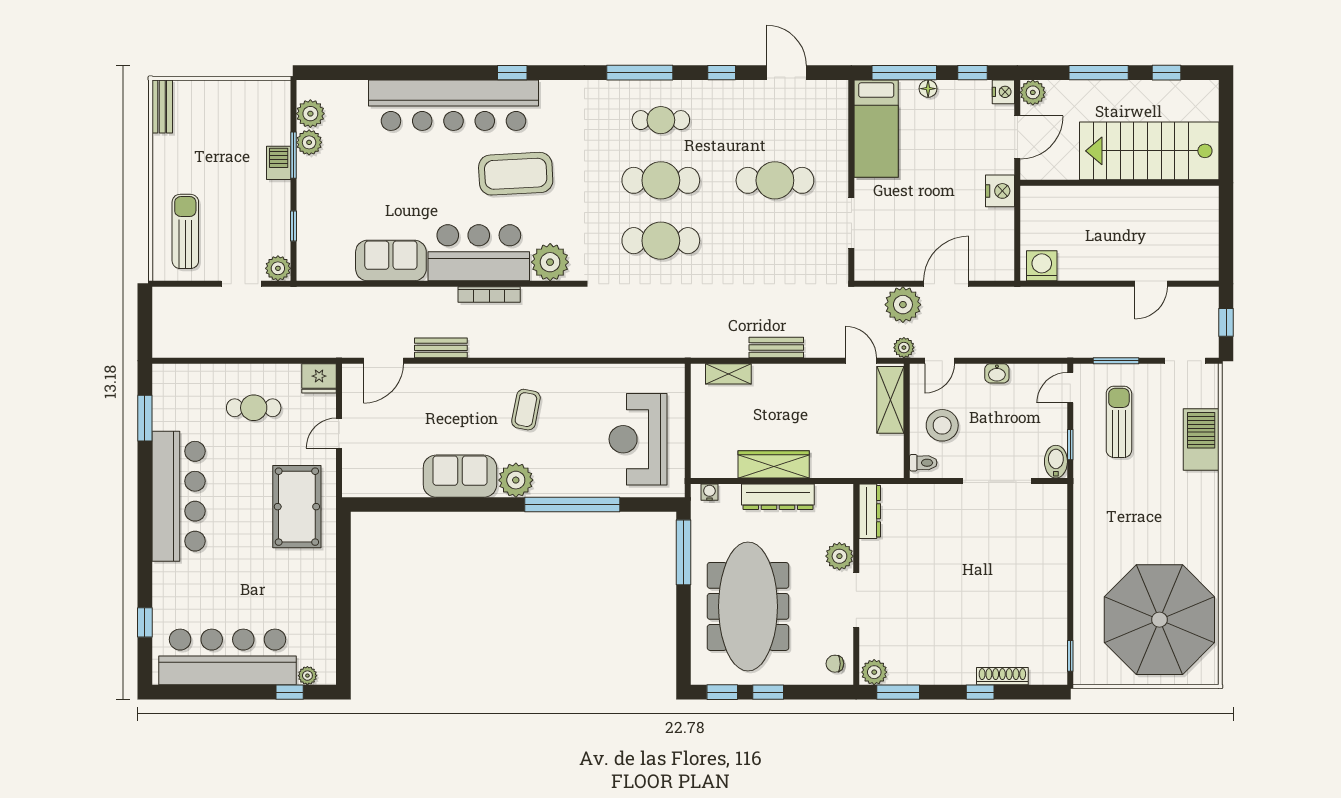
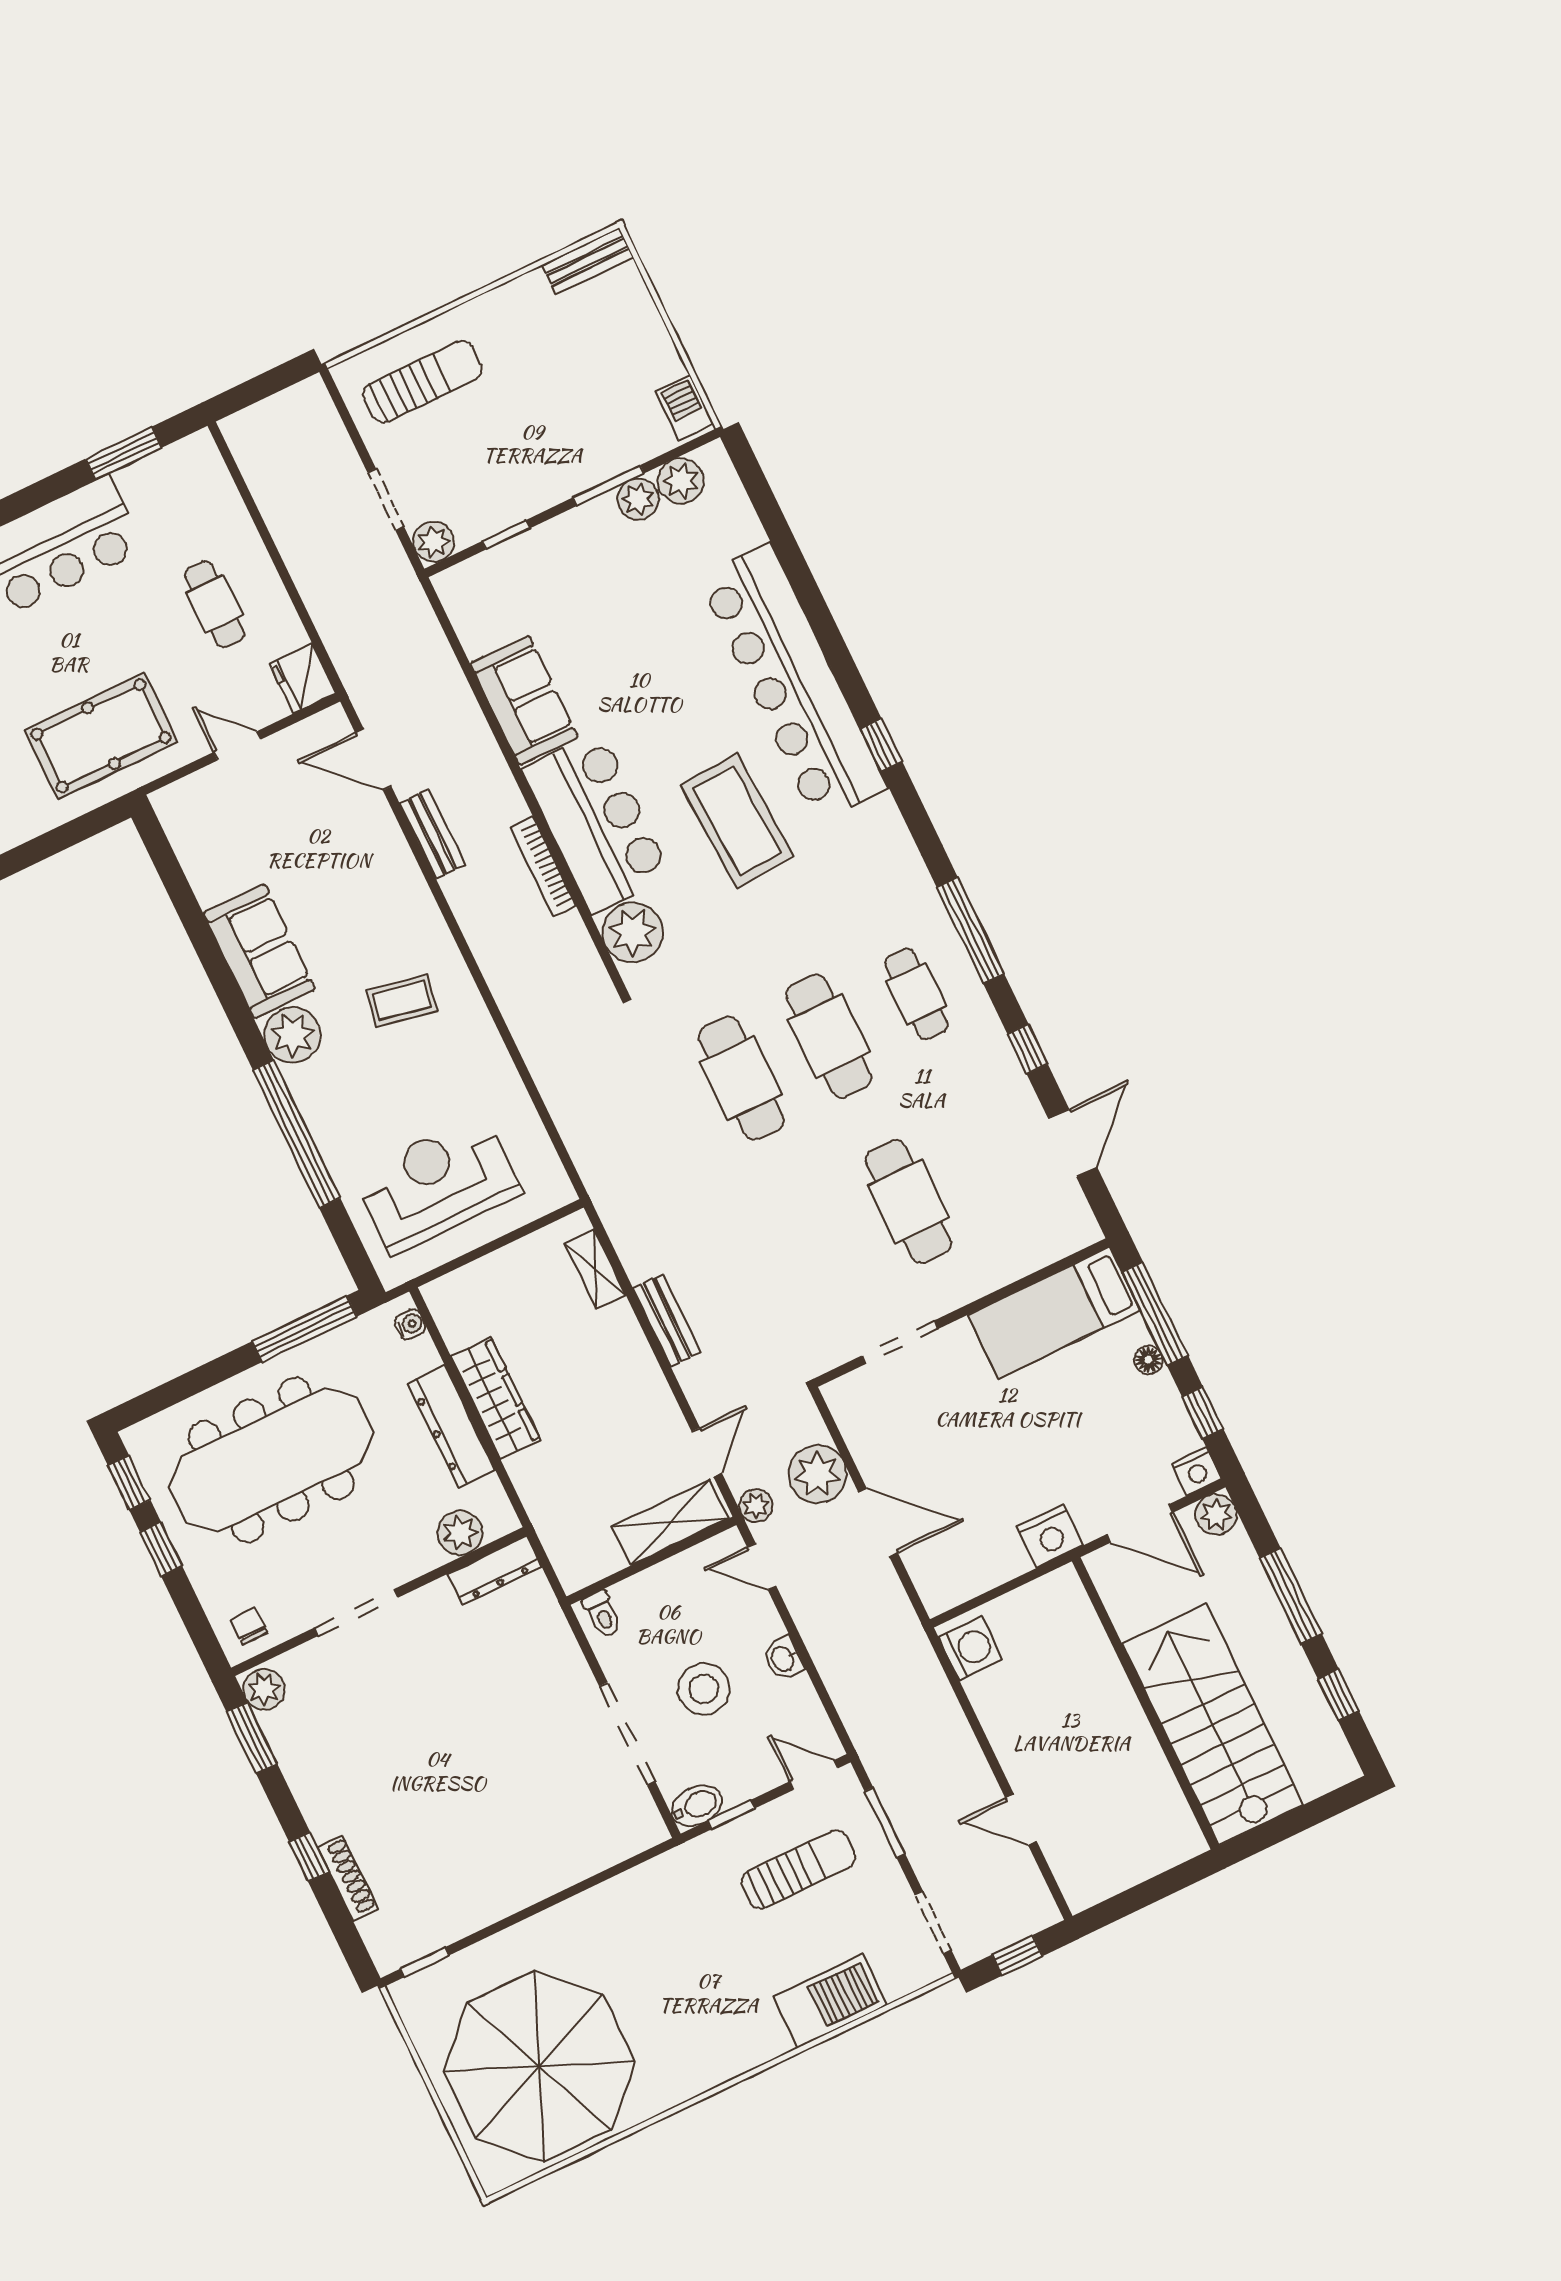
barbecue: (279, 163) -> (685, 408), moved, turned -90
stool: (942, 425) -> (704, 1689), moved
plant: (839, 556) -> (460, 1533), moved

